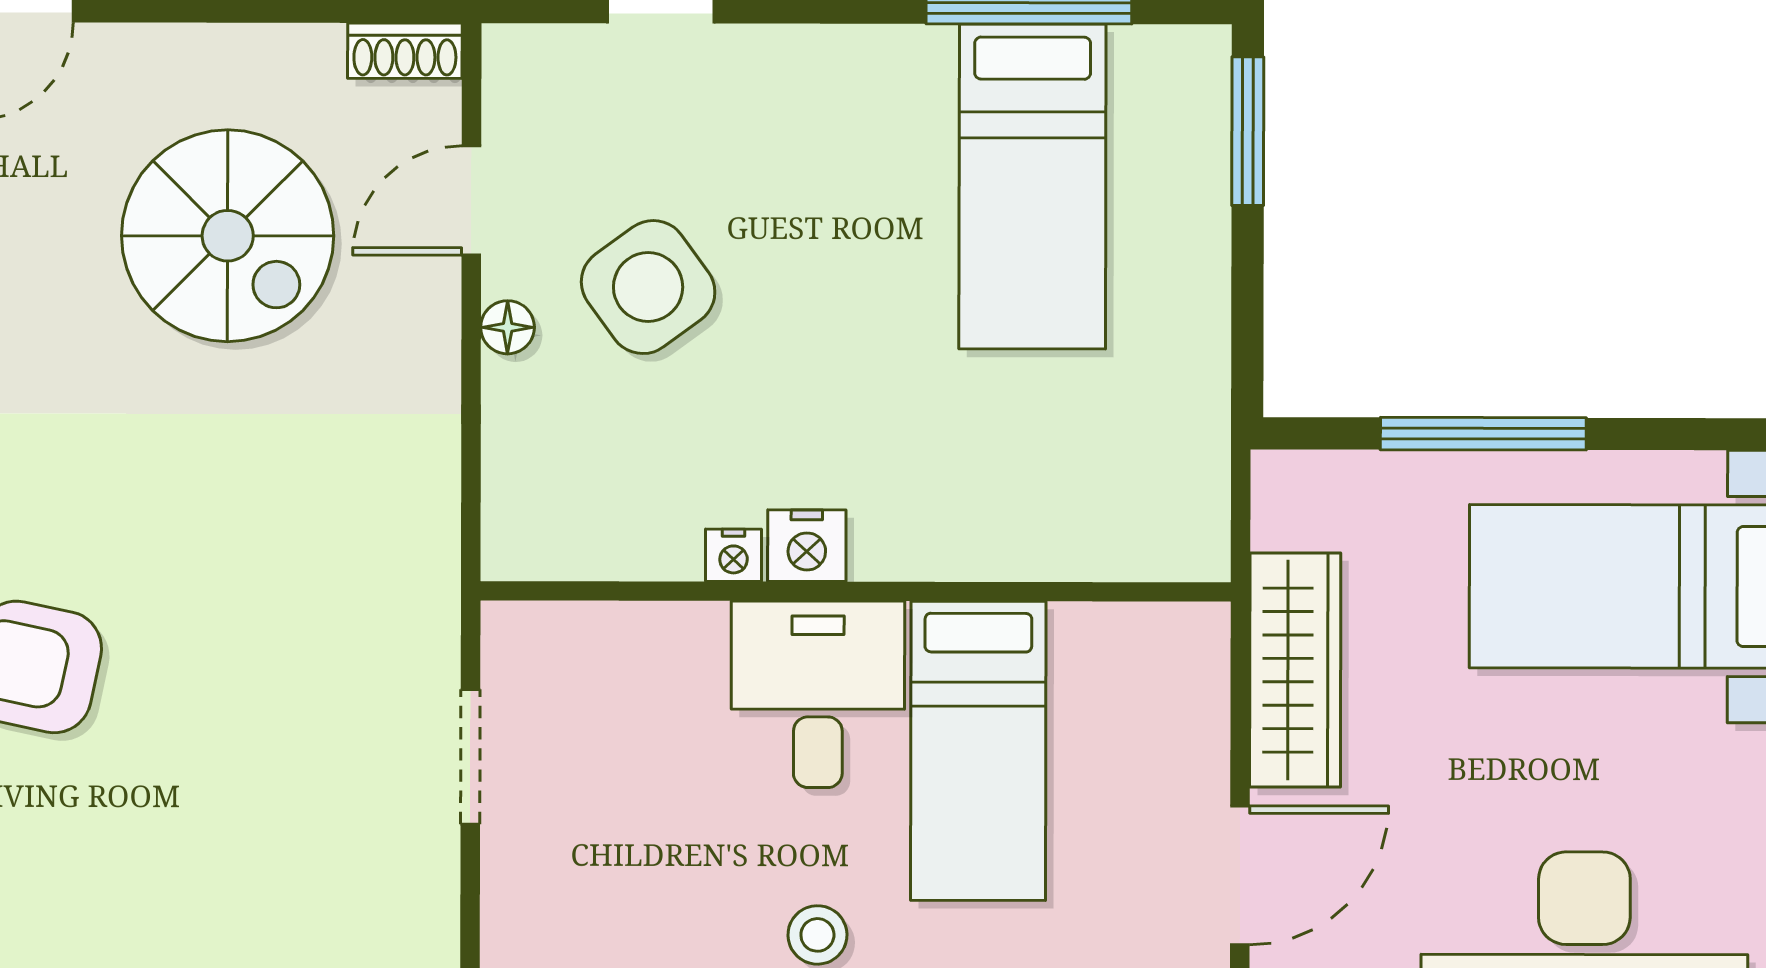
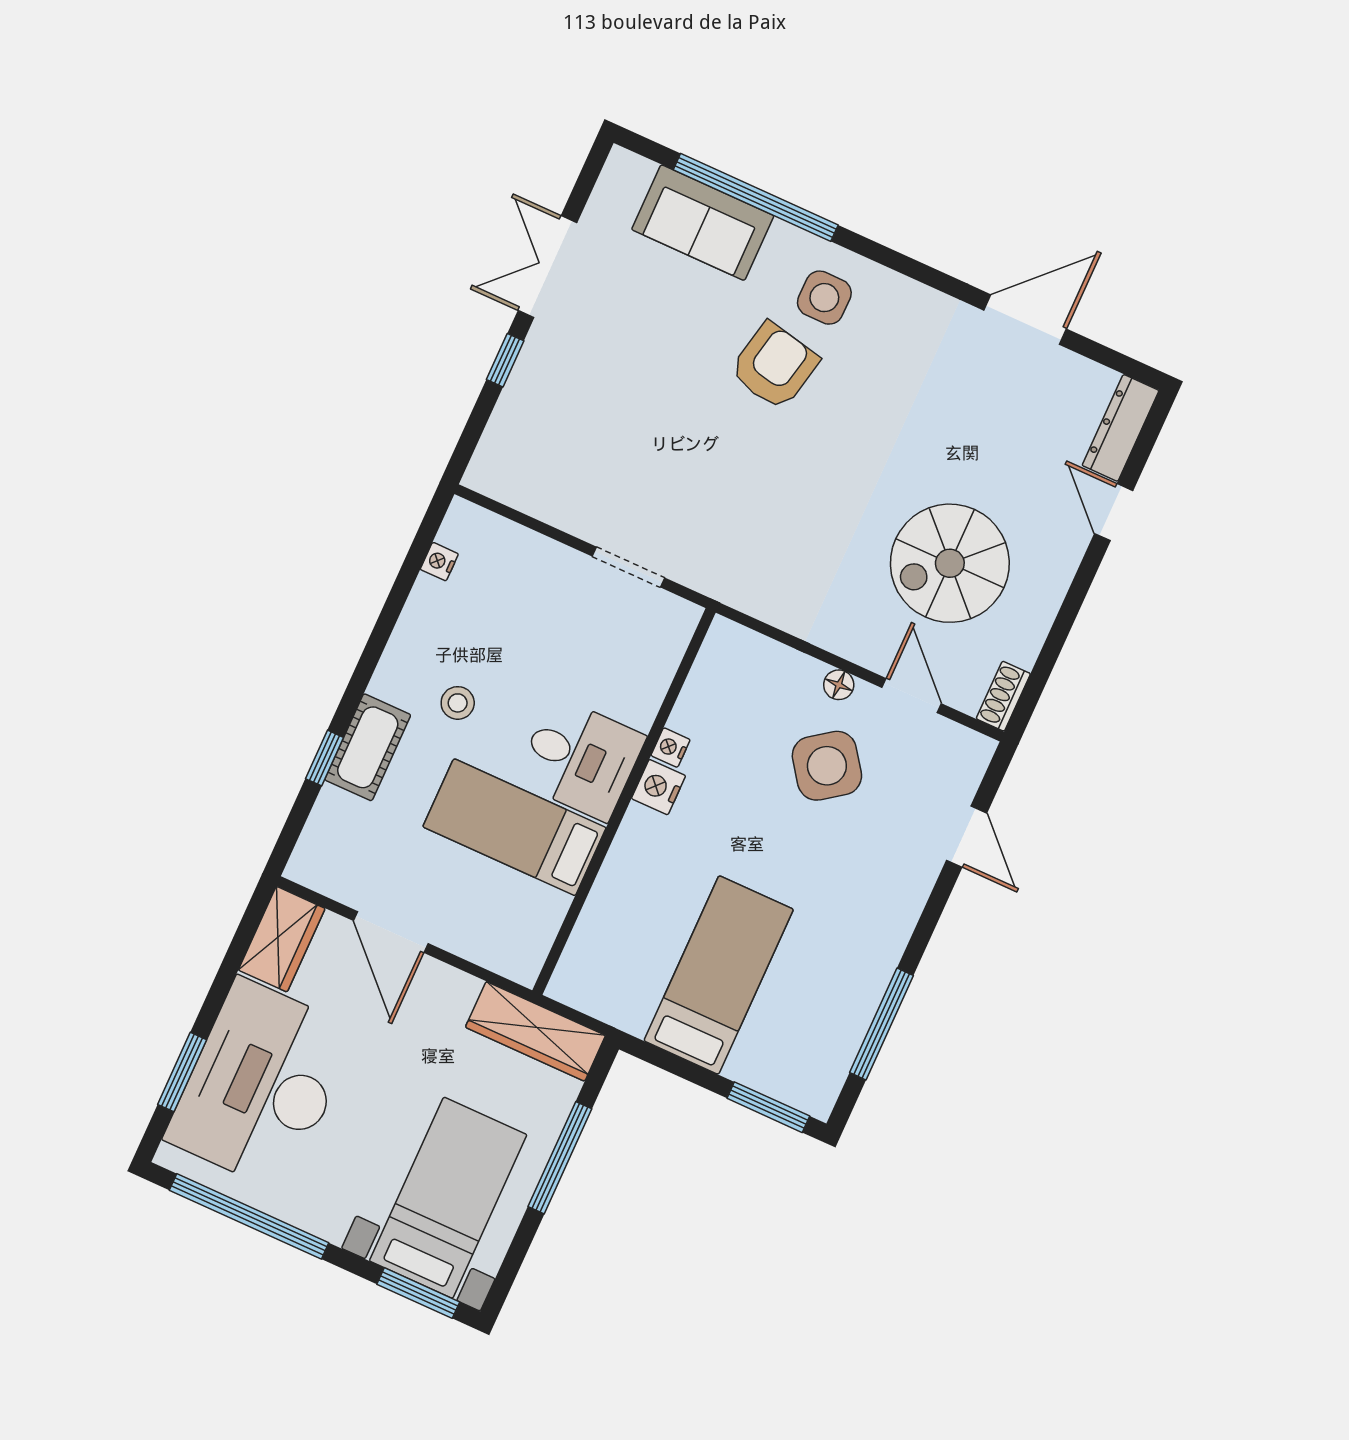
bed: (1032, 187) -> (719, 975), moved, turned 90
wardrobe: (1295, 670) -> (535, 1031), moved

